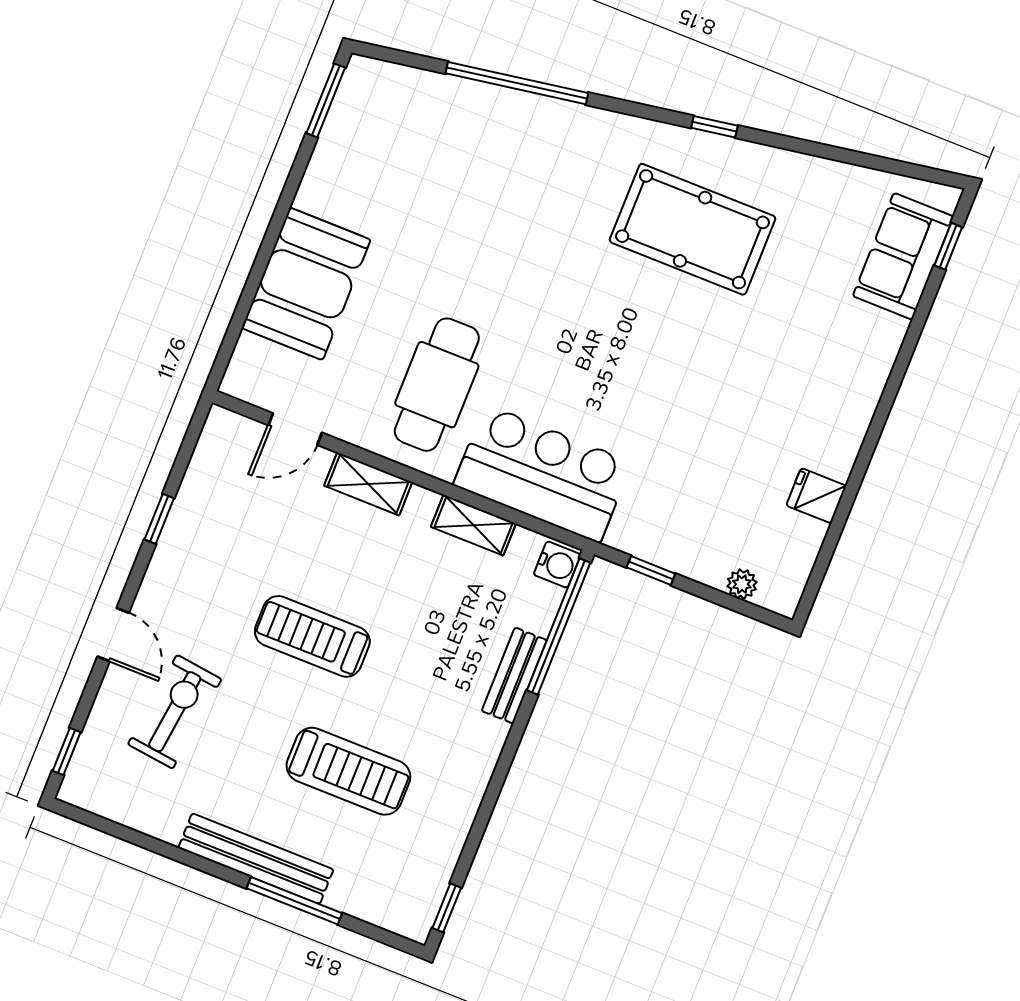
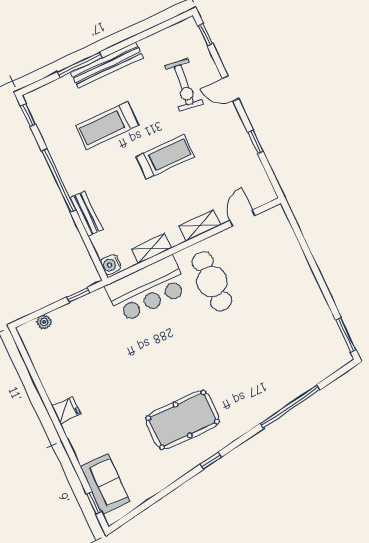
booth: (306, 284) -> (289, 269), removed
fridge: (816, 496) -> (66, 410), moved
window: (559, 627) -> (59, 180), moved

